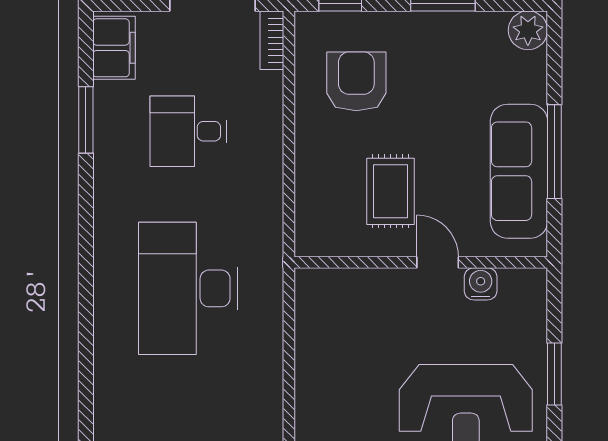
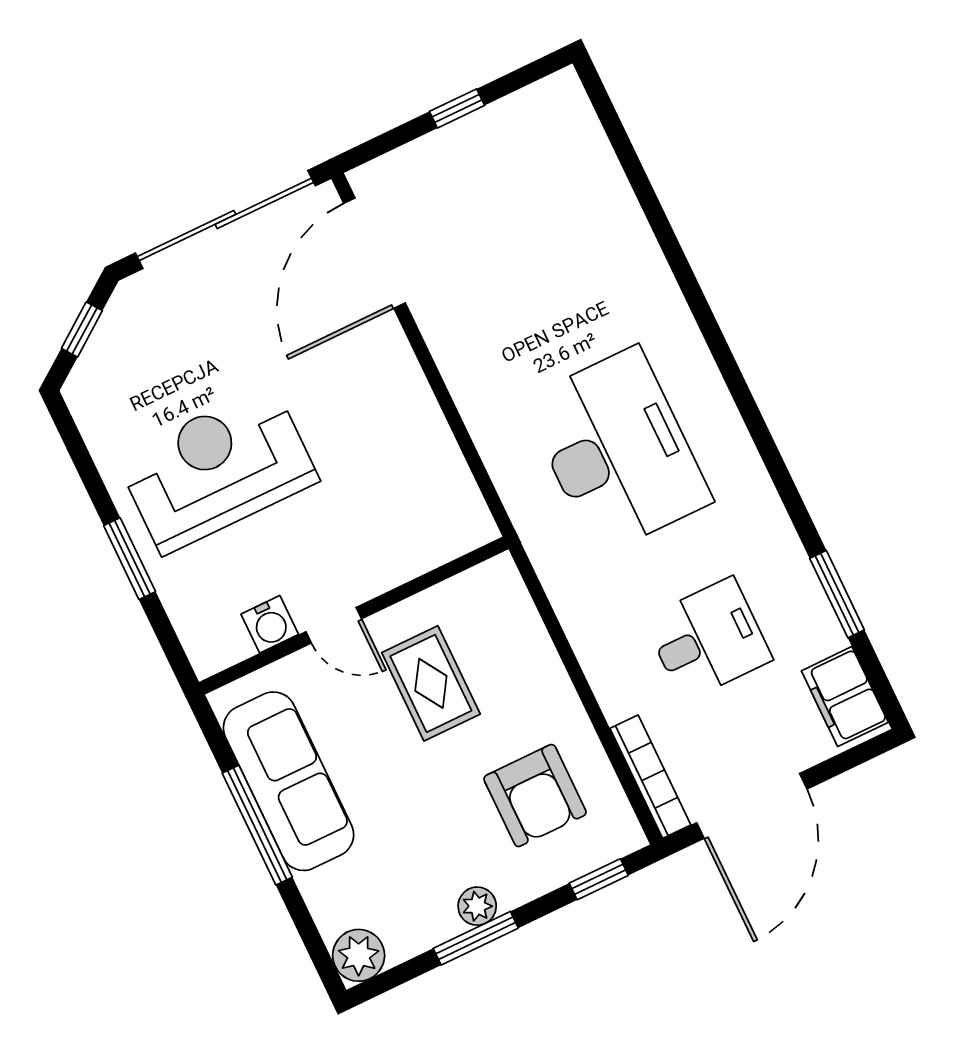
plant: (432, 25) -> (477, 906), added
bookcase: (272, 40) -> (650, 777), width x1.56

